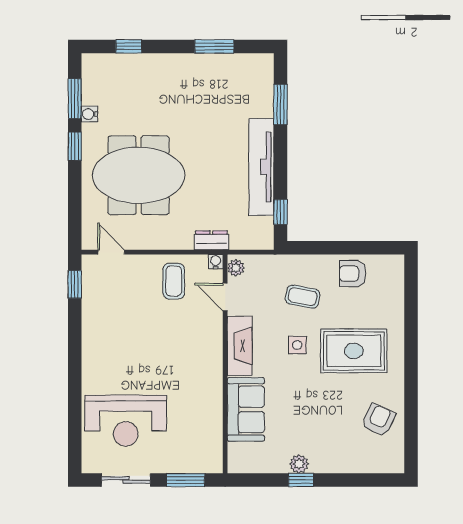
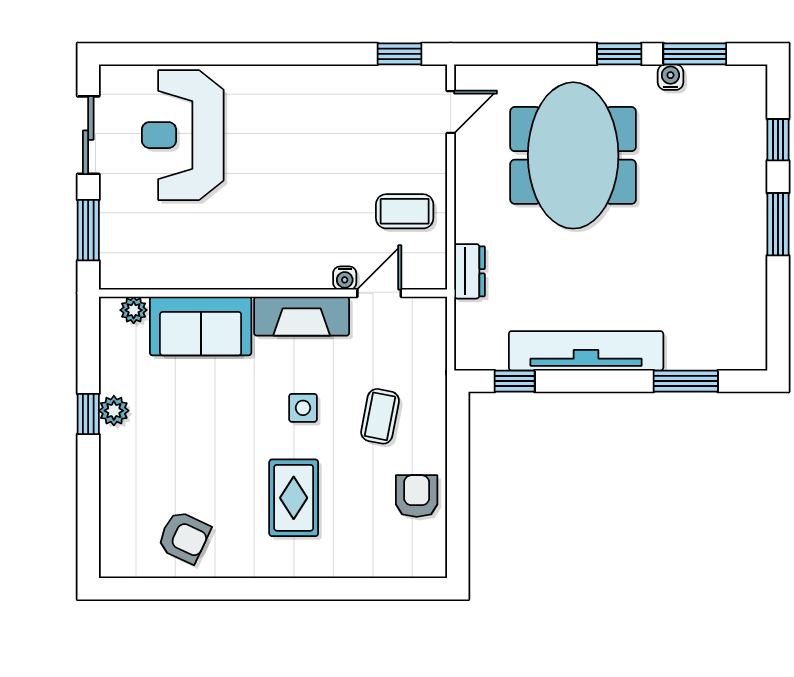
window: (214, 46) -> (778, 224), moved
water cooler: (216, 262) -> (345, 278), moved, turned 90
plant: (236, 268) -> (134, 310), moved
rug: (354, 351) -> (294, 498), width x0.73, depth x0.70

